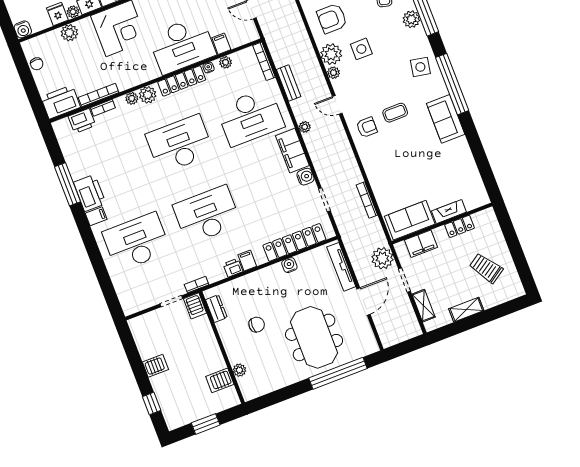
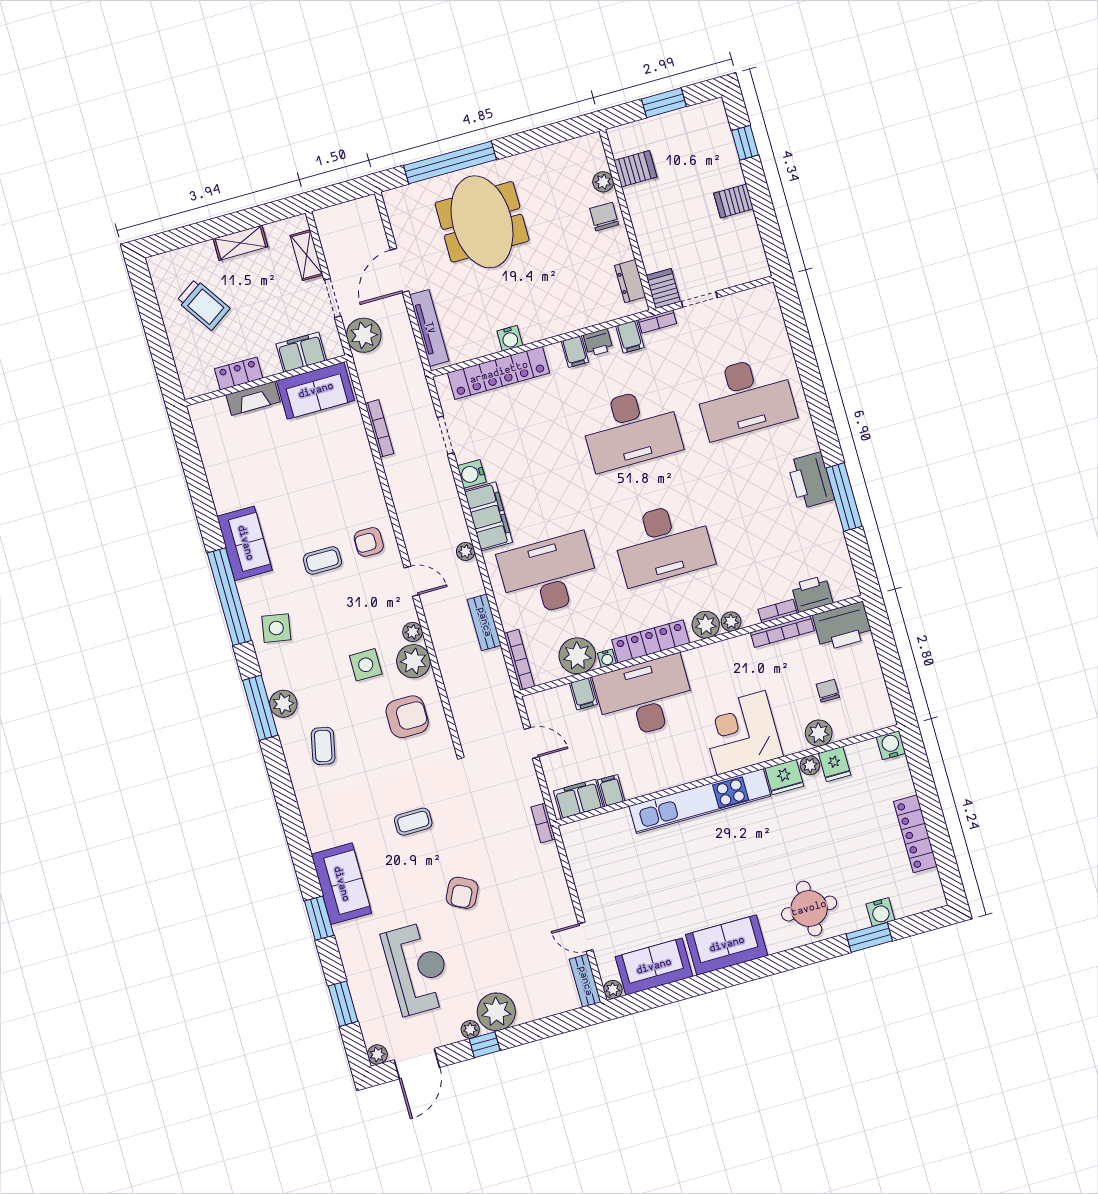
plant: (226, 62) -> (577, 656), width x1.88, depth x1.88
chair: (37, 64) -> (828, 691), moved
filing cabinet: (96, 216) -> (630, 337), moved, turned -90
chair: (257, 325) -> (604, 217), moved, turned 90

